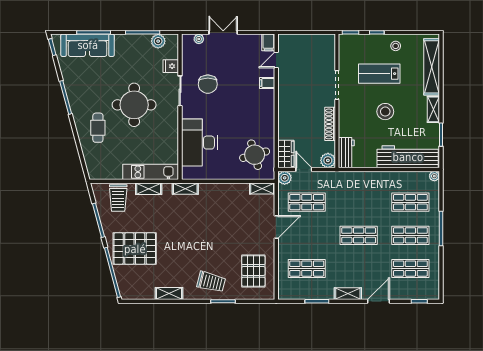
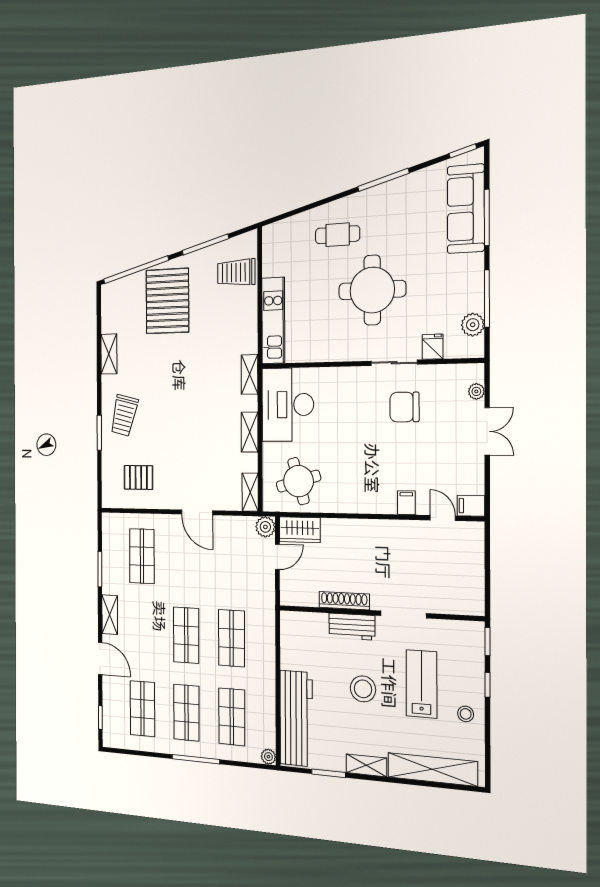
desk: (199, 143) -> (288, 405), moved, turned -90
workbench: (346, 153) -> (352, 627), moved
plant: (328, 160) -> (290, 594), removed
shelving: (149, 189) -> (250, 432), moved
shop shelf: (307, 202) -> (232, 638), moved
pallet: (253, 271) -> (138, 477), width x0.67, depth x0.71

